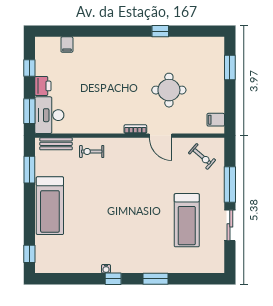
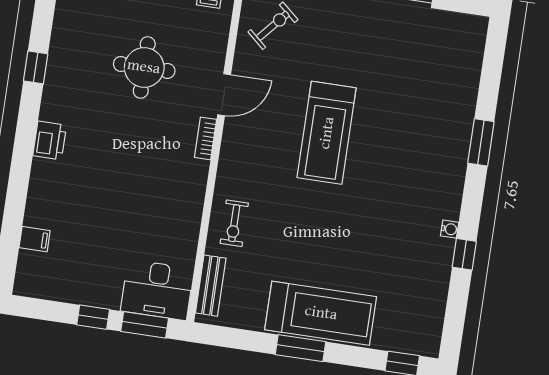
window: (29, 68) -> (93, 317), moved
printer: (43, 86) -> (50, 140), moved, turned 90
window: (29, 170) -> (300, 348), moved
treadmill: (187, 220) -> (327, 133), moved, turned 90
window: (113, 279) -> (464, 254), moved

